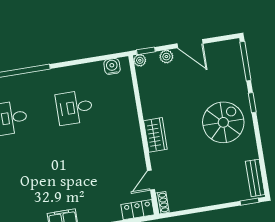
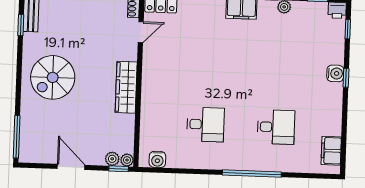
plant: (166, 57) -> (112, 159), moved
window: (252, 103) -> (21, 25), moved
wardrobe: (155, 135) -> (126, 87), width x1.50

